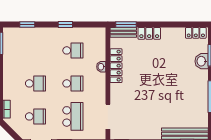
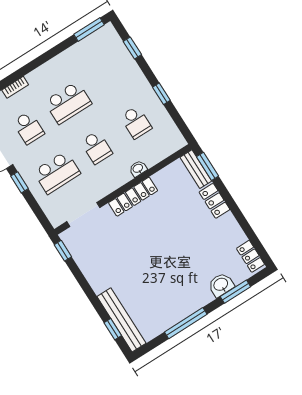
locker: (116, 66) -> (133, 197), moved
school desk: (35, 83) -> (68, 103), width x1.85

